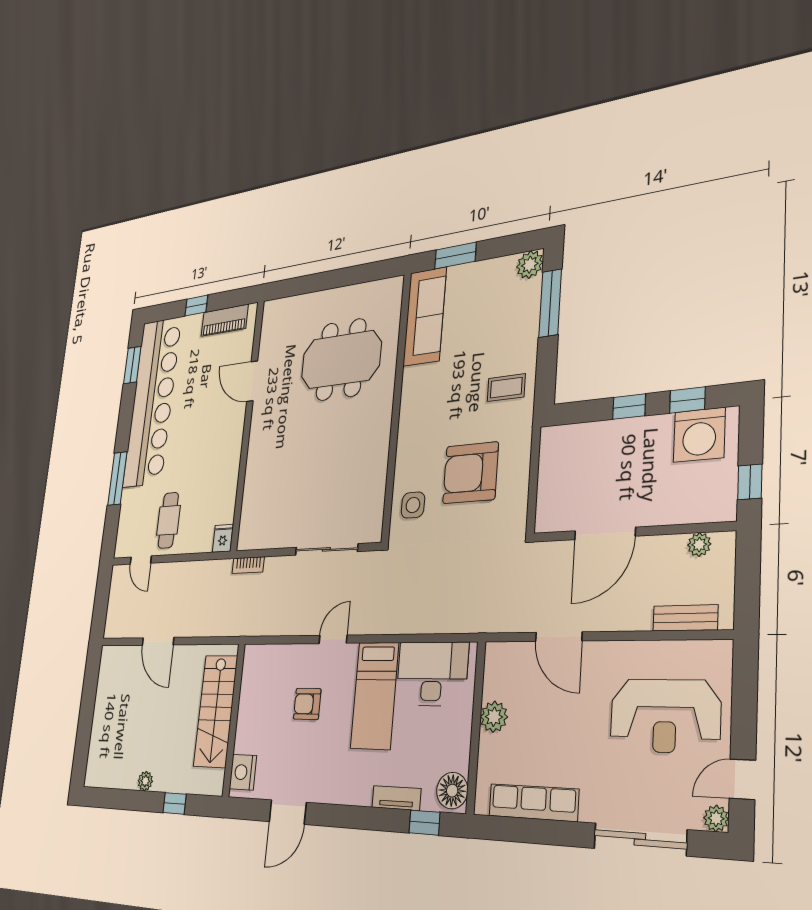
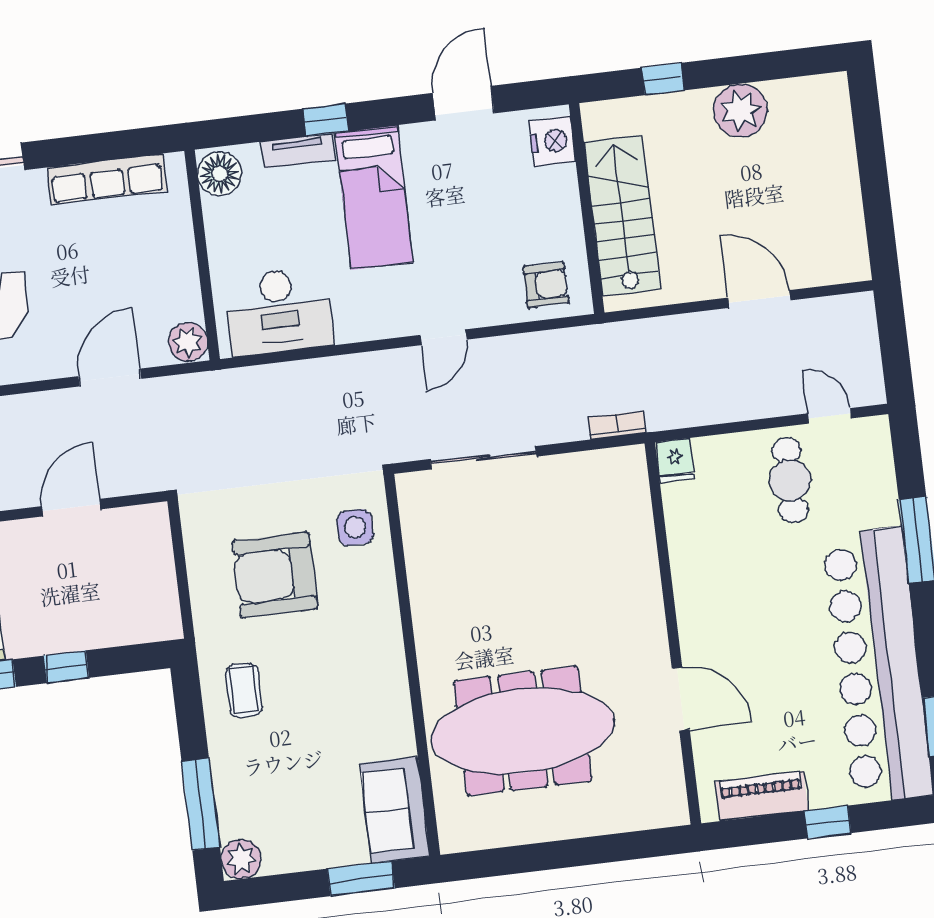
sofa: (425, 316) -> (395, 810), width x0.73
meeting table: (341, 360) -> (523, 731), width x1.36
coffee table: (506, 388) -> (244, 690), turned 90
armchair: (471, 473) -> (275, 575), turned 180
door: (605, 533) -> (71, 508), width x0.73
door: (559, 637) -> (110, 378), hinge flipped
bed: (375, 696) -> (374, 198), moved, turned 180
armchair: (307, 704) -> (546, 285), moved
plant: (494, 717) -> (188, 342), moved
plant: (145, 781) -> (740, 110), width x1.87, depth x1.87
window: (425, 823) -> (326, 120), moved

